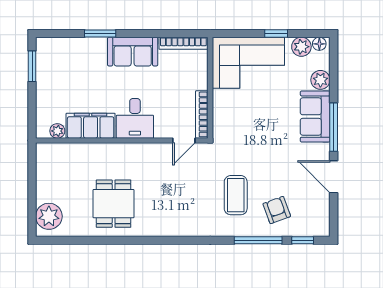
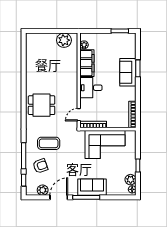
sofa: (133, 52) -> (128, 72), moved
corner sofa: (248, 63) -> (105, 145), moved, turned -90
plant: (320, 80) -> (43, 190), moved
door: (184, 141) -> (79, 115), hinge flipped
dining table: (114, 204) -> (42, 105), moved
plant: (49, 216) -> (64, 40), moved

